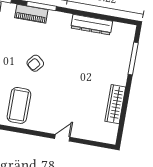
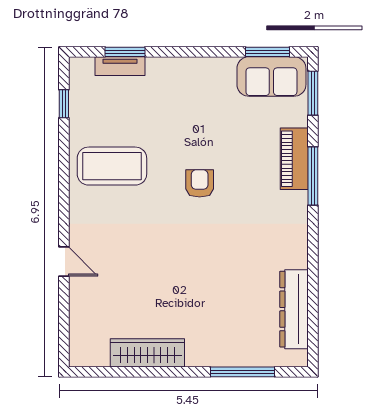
dresser: (92, 25) -> (294, 309), moved
armchair: (35, 63) -> (200, 183), turned 50

